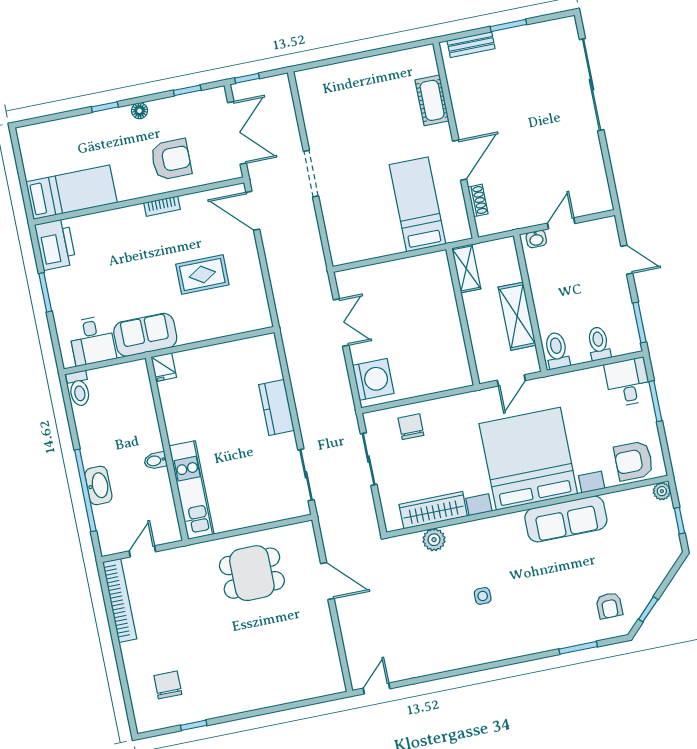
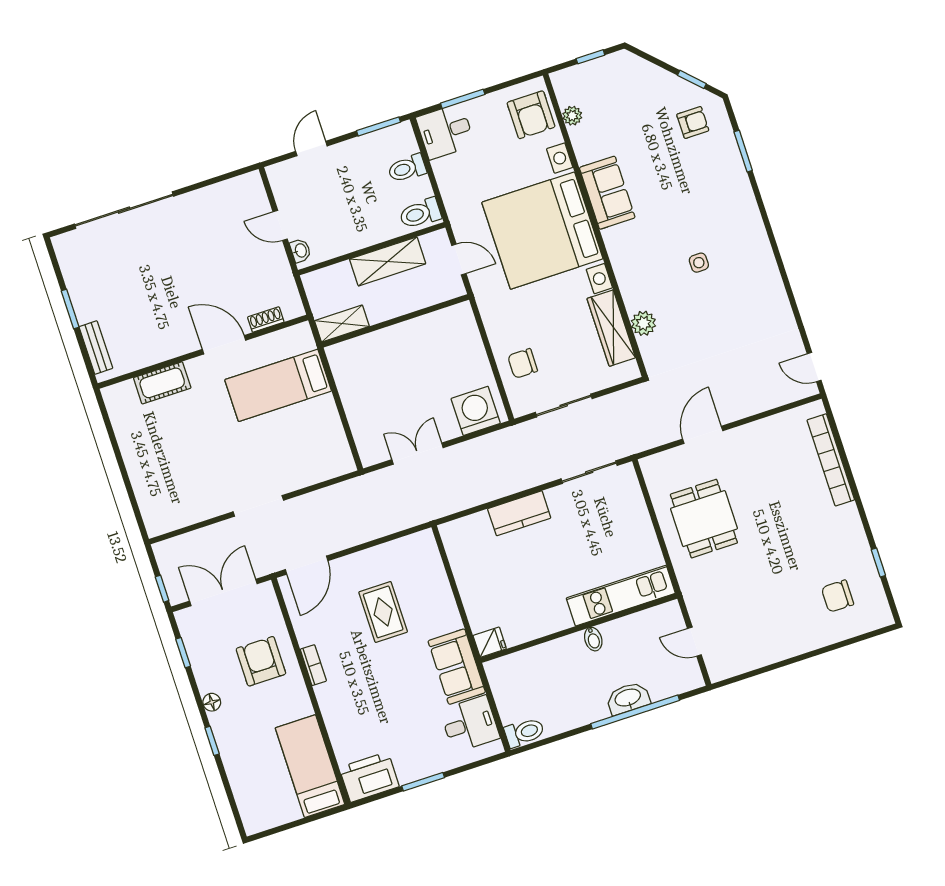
plant: (662, 491) -> (572, 116), moved
sofa: (566, 519) -> (607, 193), width x0.73
bookcase: (120, 600) -> (831, 460), moved, turned -90

